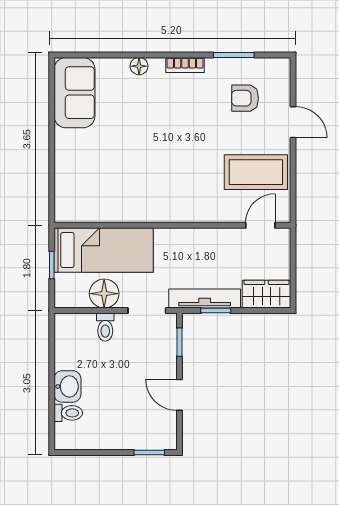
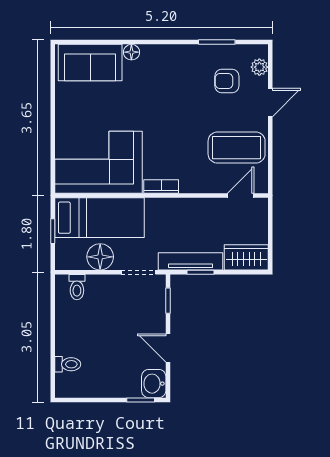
bookcase: (185, 65) -> (161, 186), moved, turned 180
plant: (281, 83) -> (259, 67), added
sofa: (74, 93) -> (90, 63), moved, turned 90
door: (293, 122) -> (270, 103), hinge flipped
corner sofa: (102, 188) -> (99, 162), added
toilet: (105, 327) -> (77, 287), moved
washbasin: (67, 386) -> (154, 384), moved, turned 180

